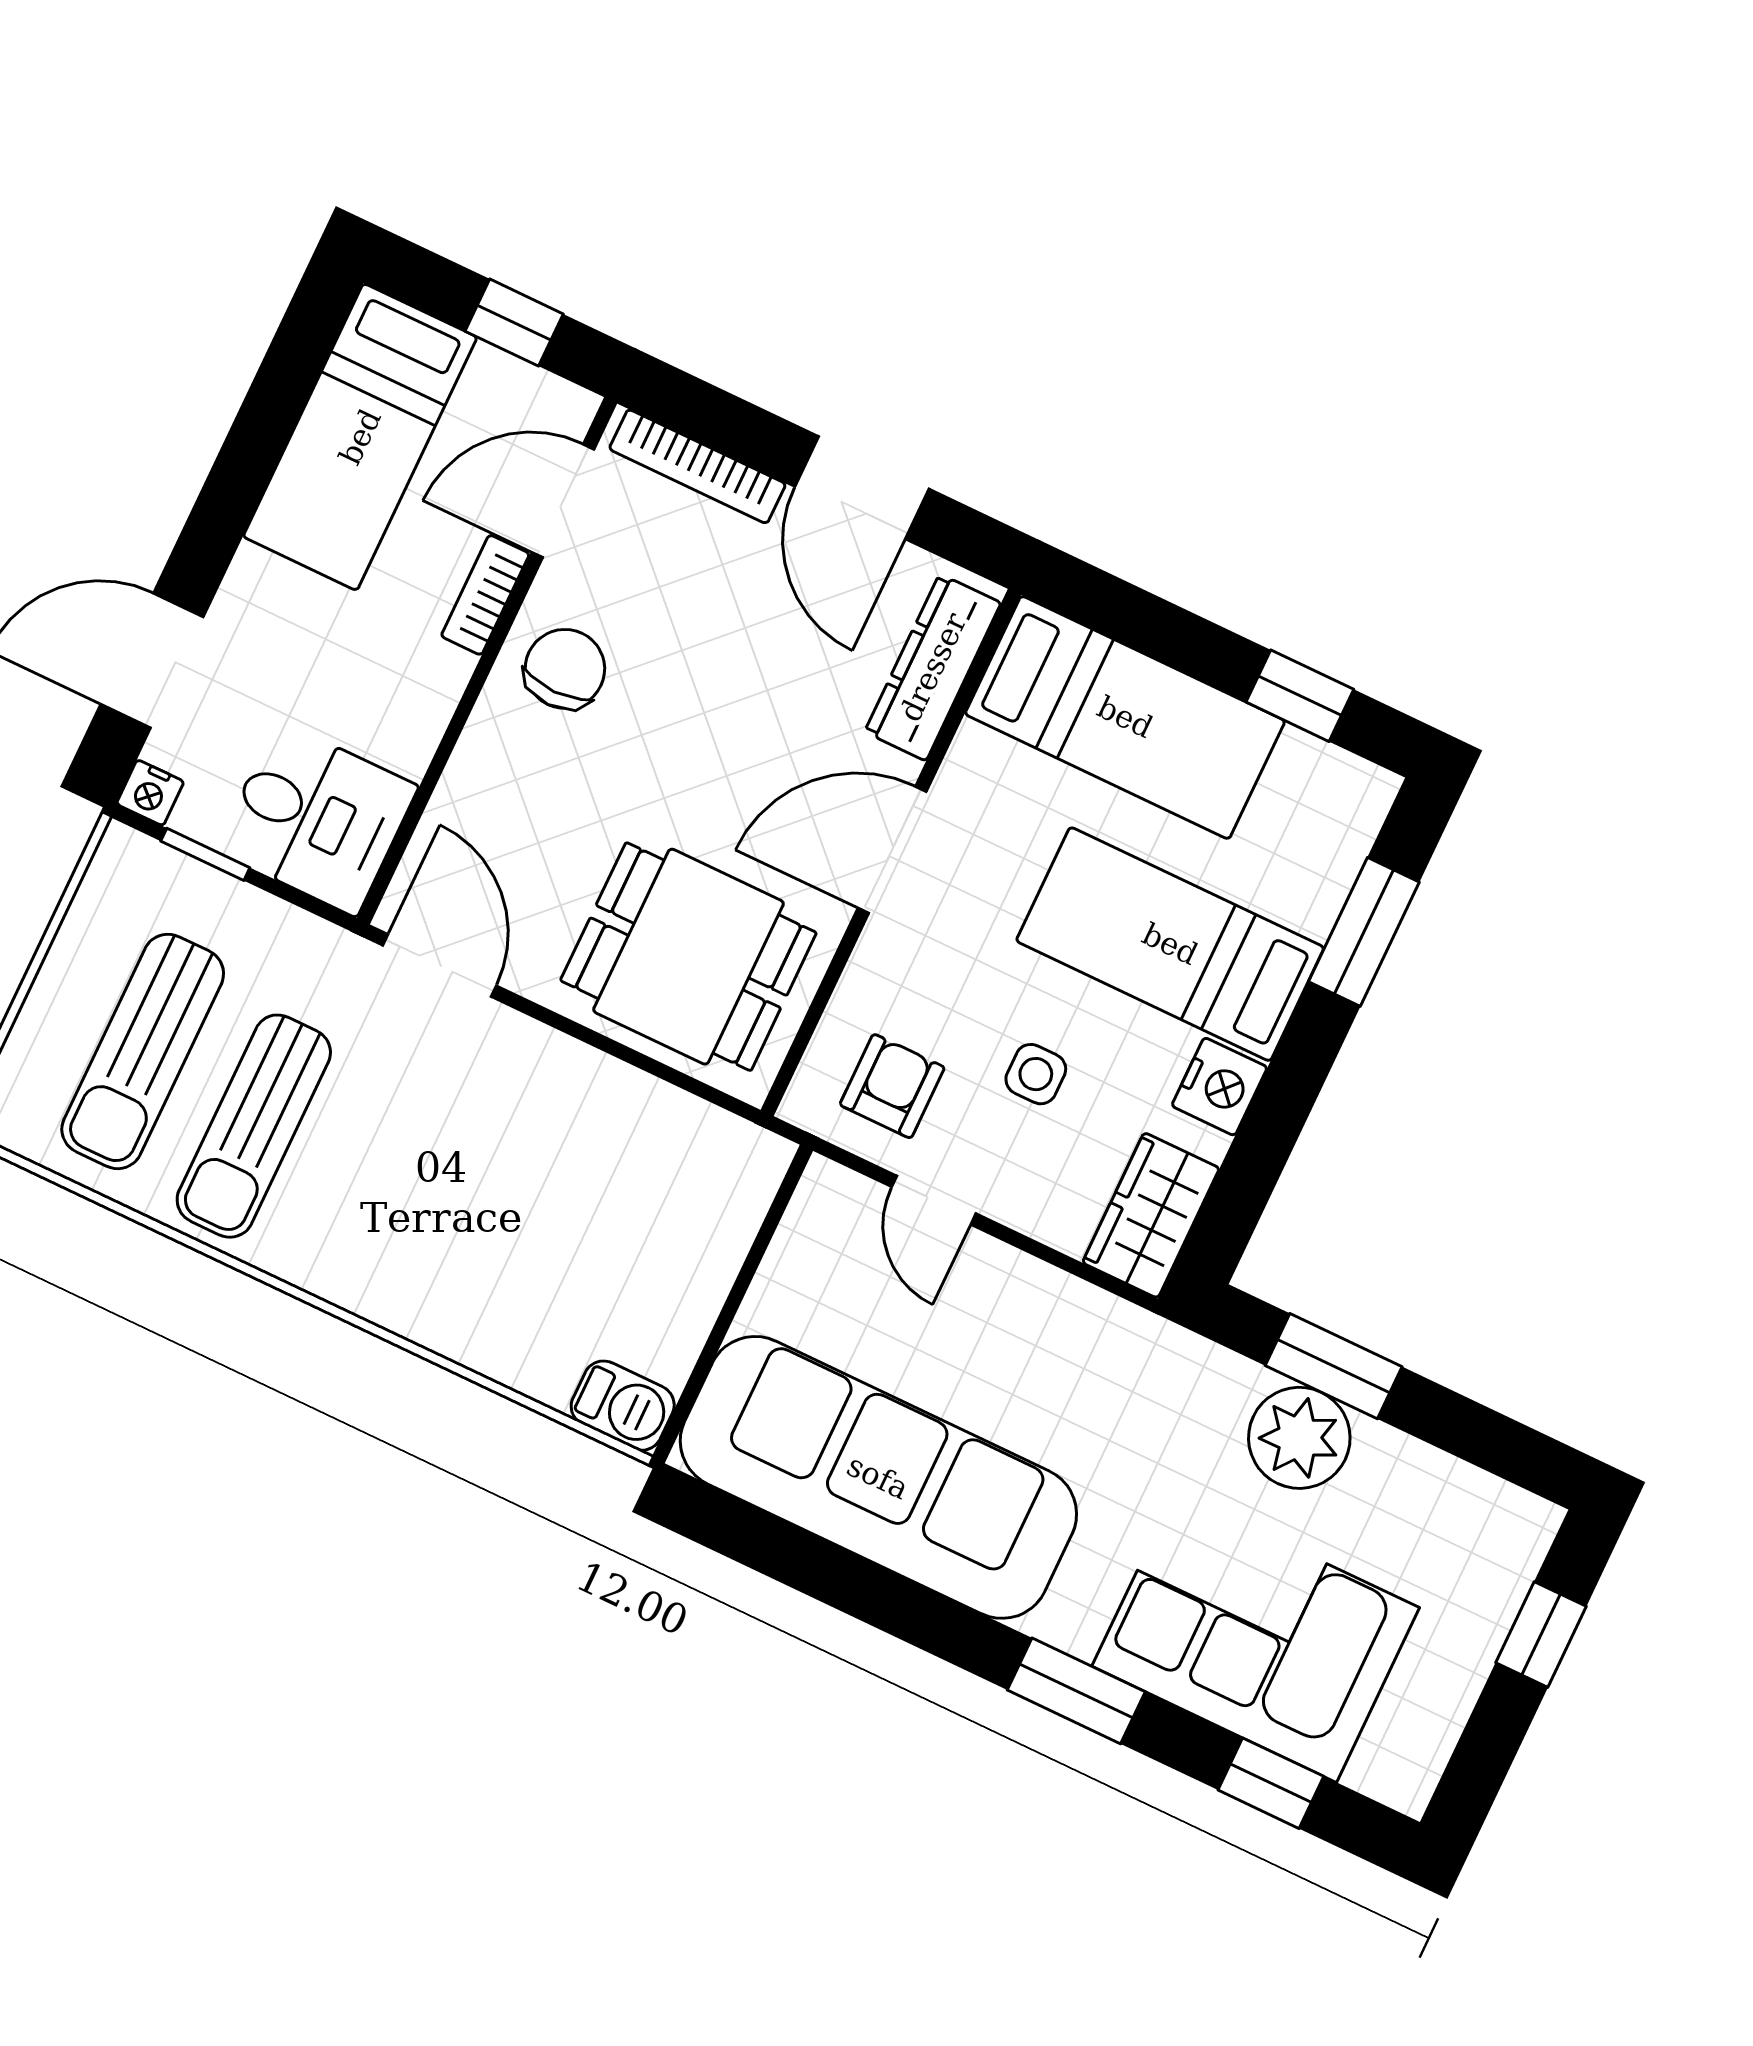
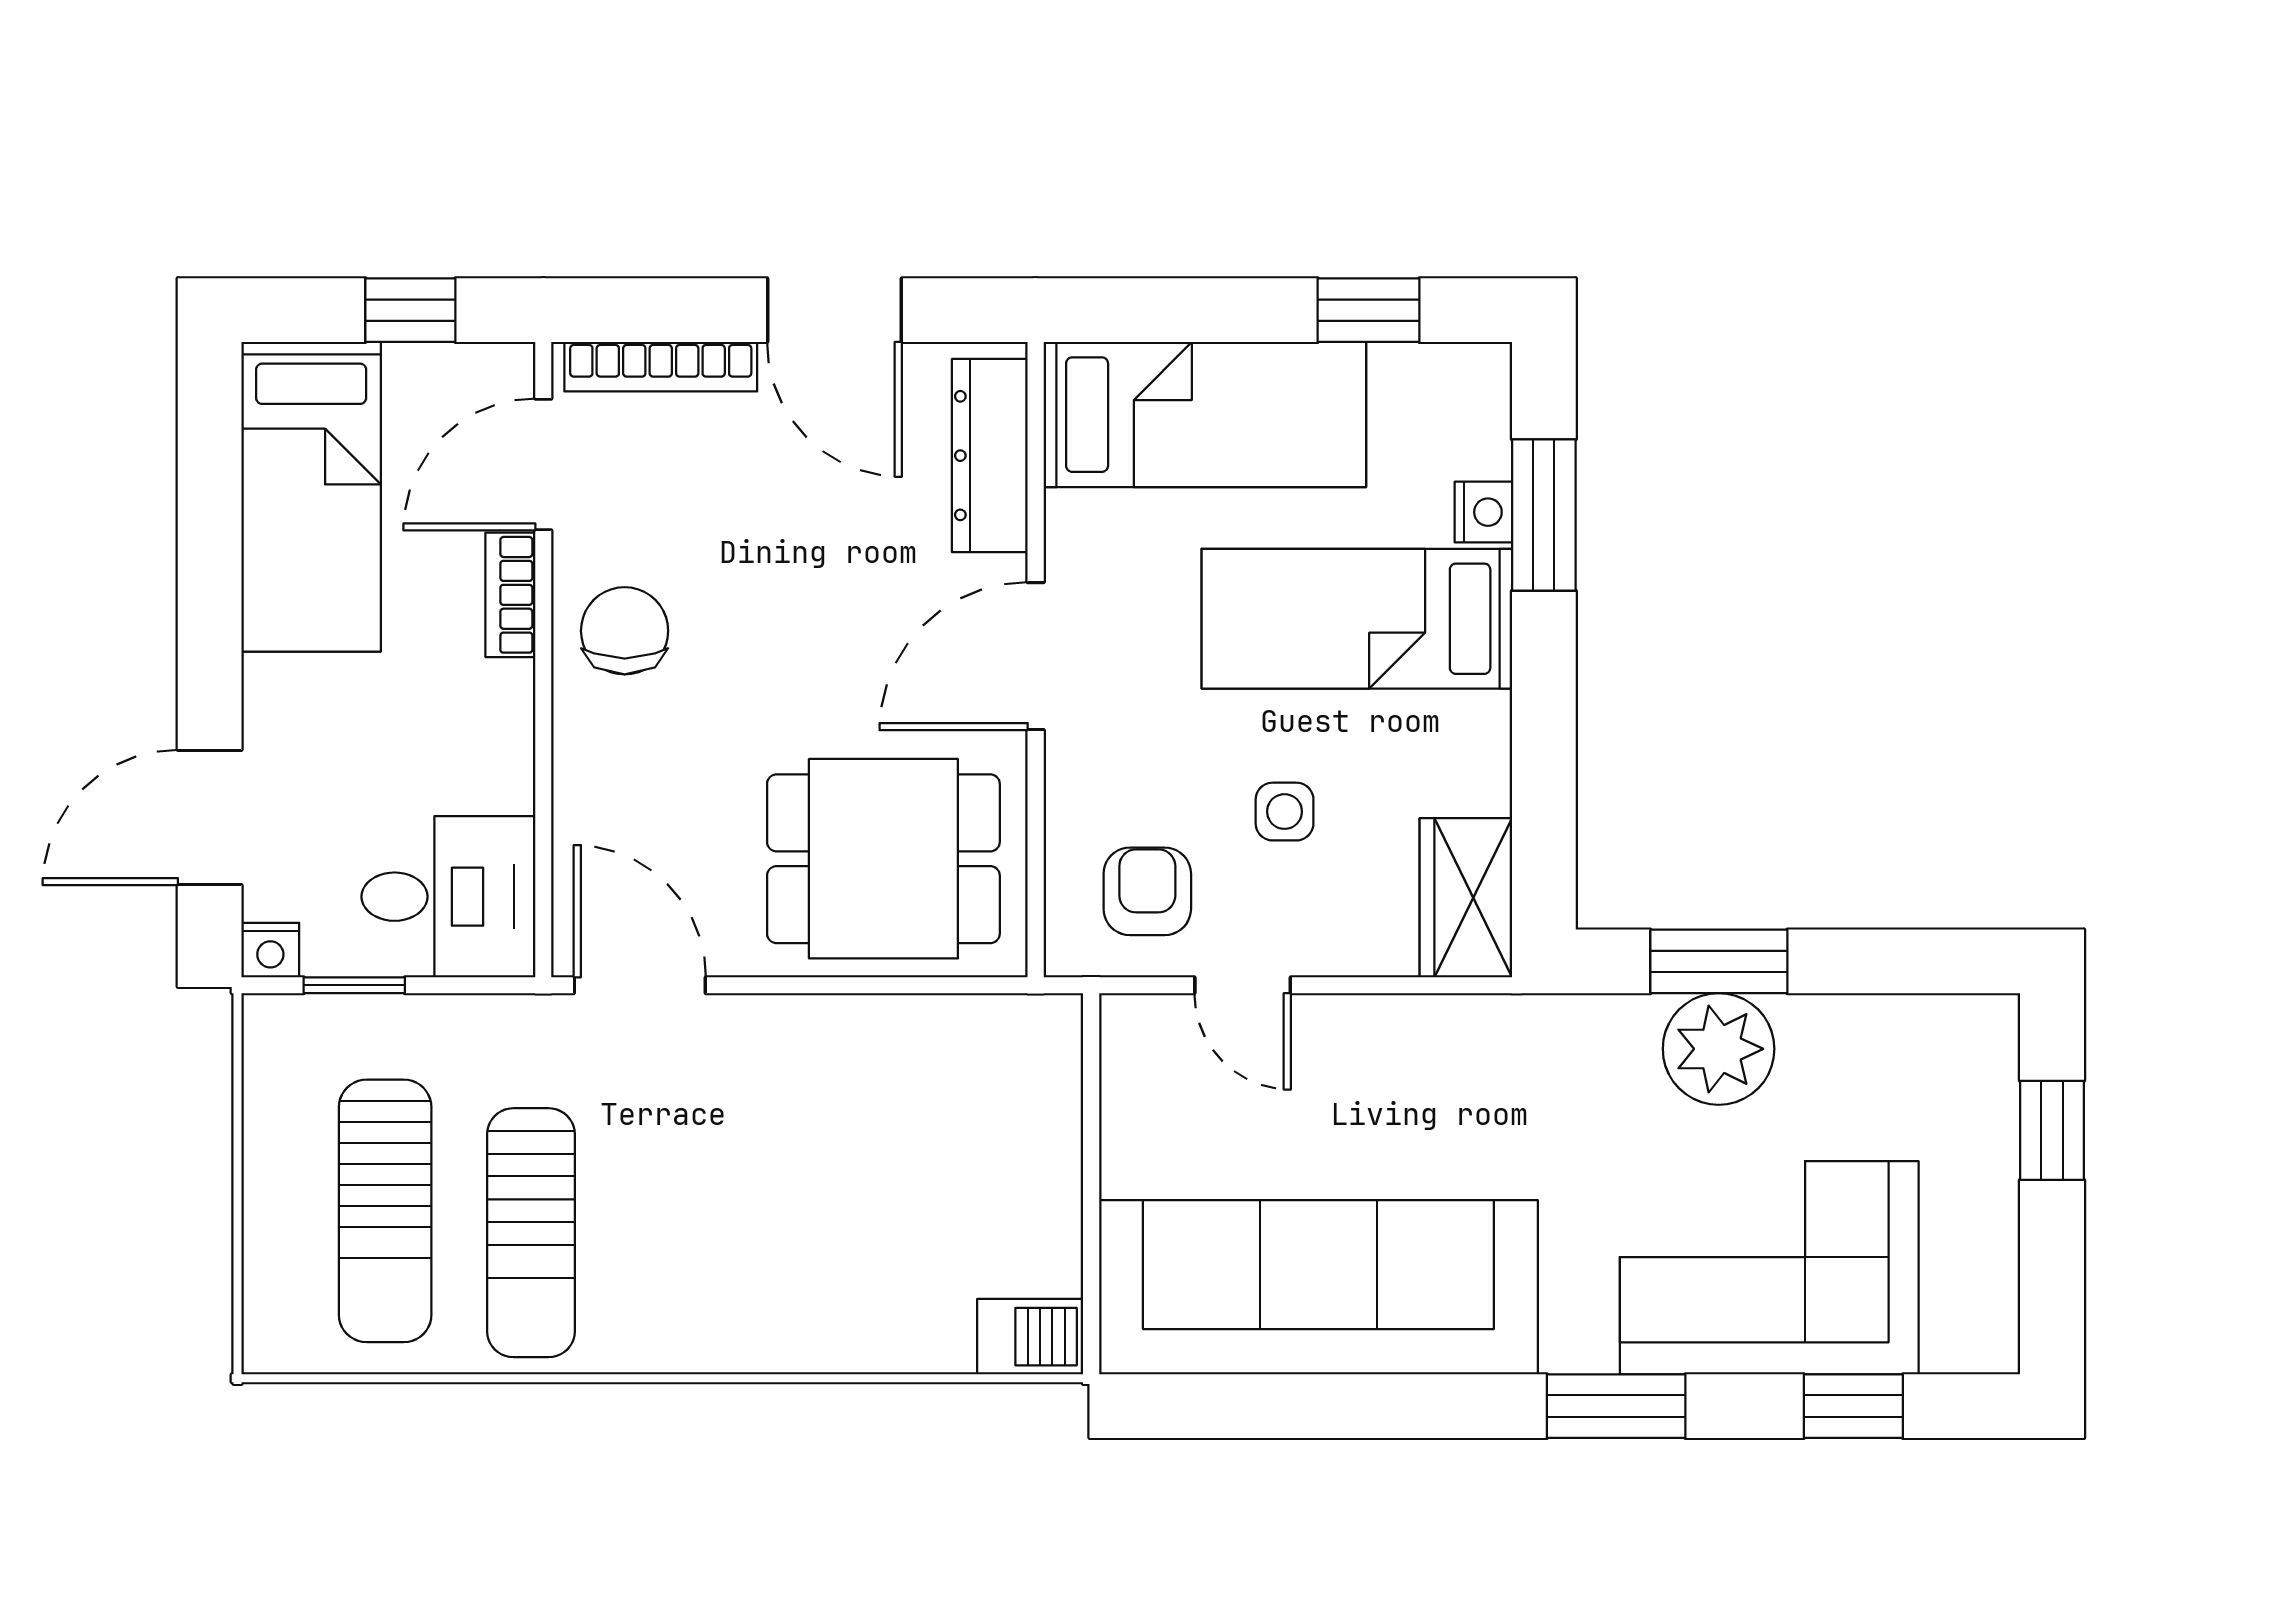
nightstand: (1219, 1087) -> (1483, 512), moved, width x0.72, depth x0.74

